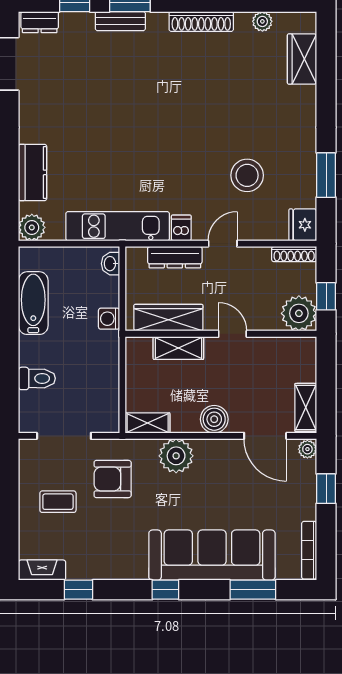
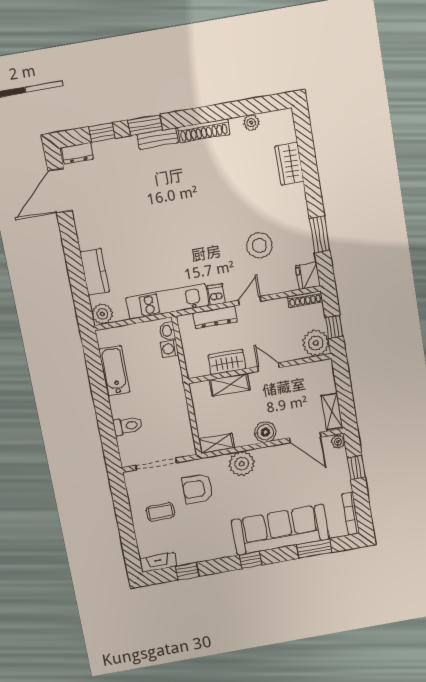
bench: (120, 21) -> (157, 139), moved
wardrobe: (302, 59) -> (289, 164), moved
wardrobe: (168, 318) -> (227, 362), width x0.67
washing machine: (109, 319) -> (169, 349), moved

